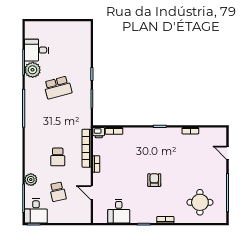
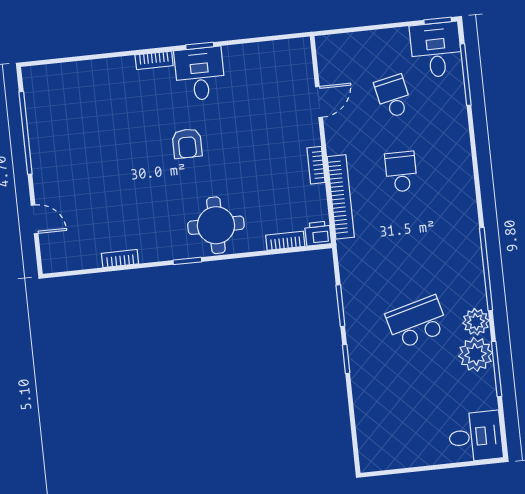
desk: (37, 50) -> (475, 437), moved
plant: (31, 180) -> (476, 322), moved
door: (92, 193) -> (319, 102), hinge flipped
round table: (200, 202) -> (216, 225), moved
desk: (119, 211) -> (200, 74), moved

